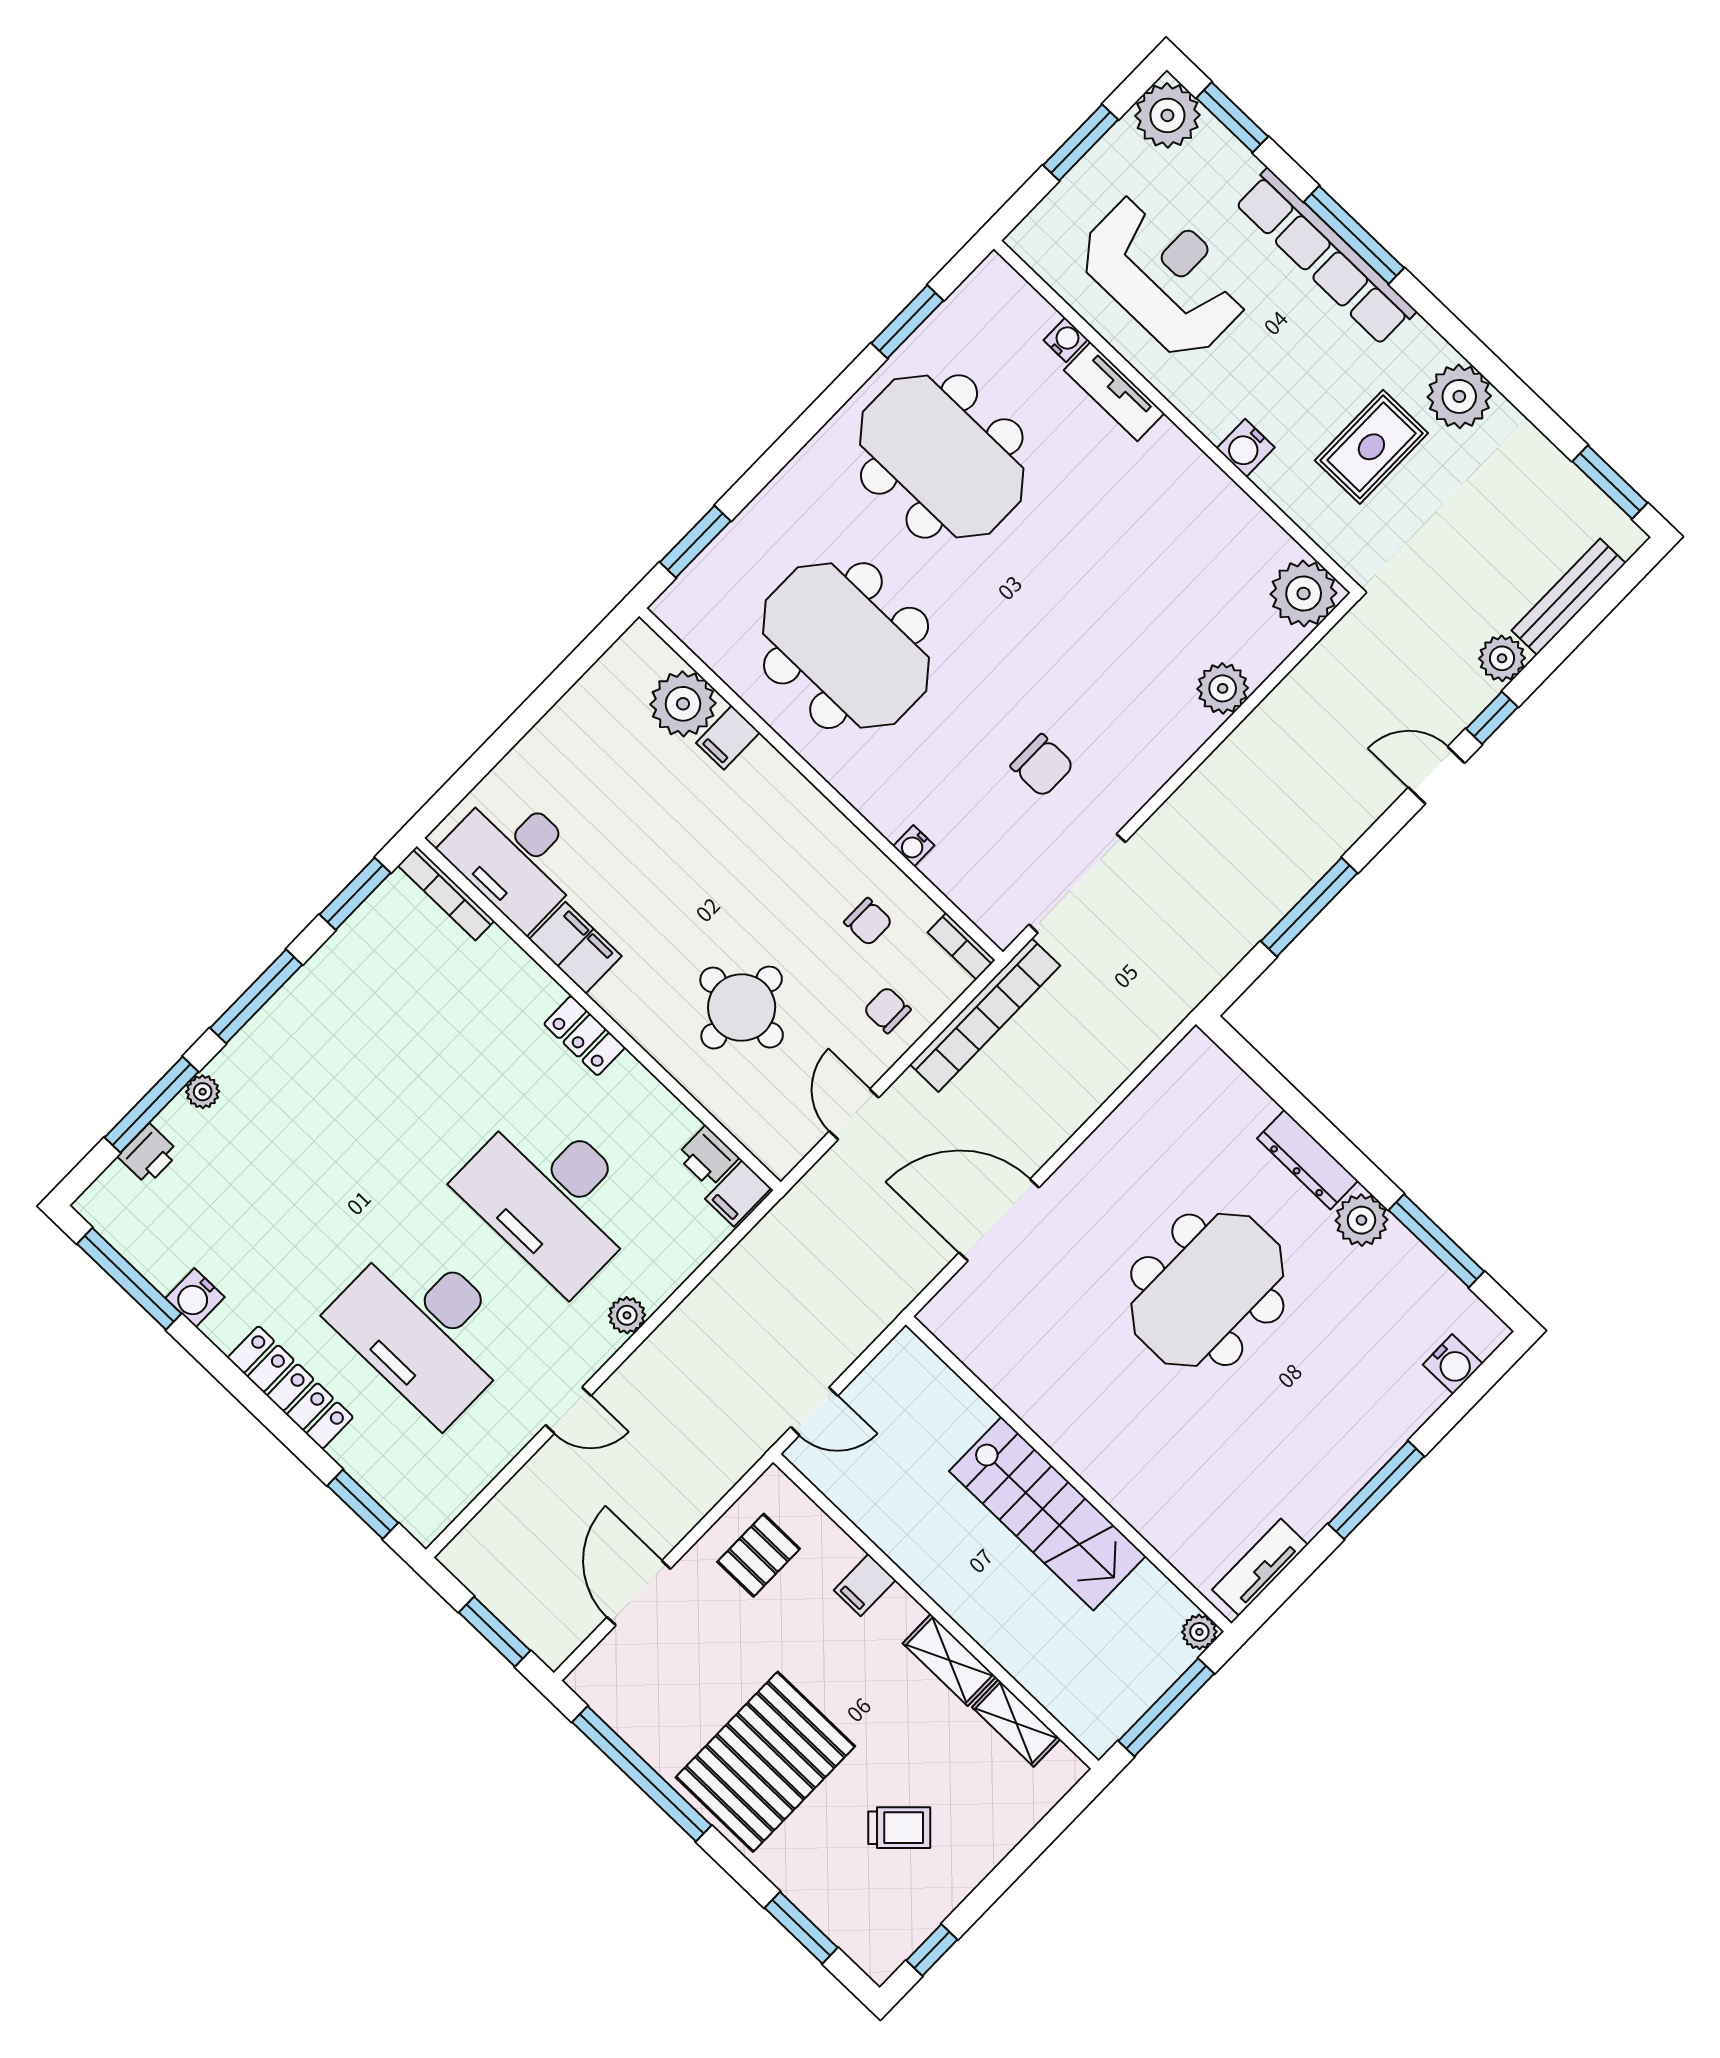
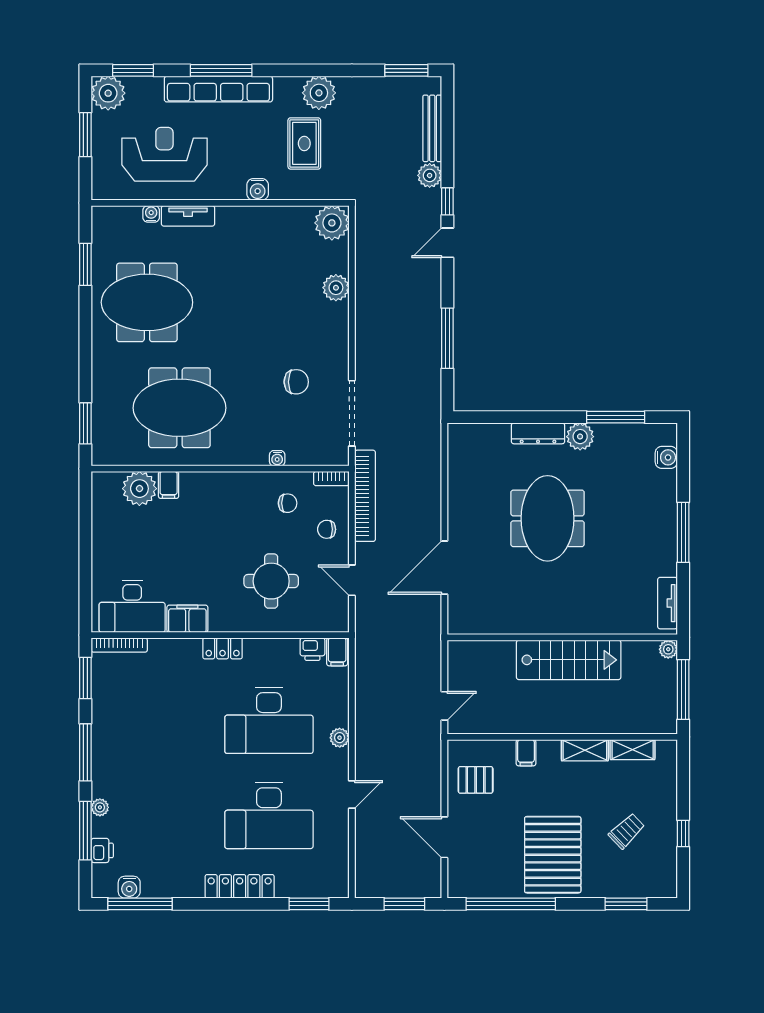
water cooler: (195, 1298) -> (129, 887), moved
pallet: (759, 1555) -> (476, 780), turned 90
window: (932, 1950) -> (683, 833), moved

